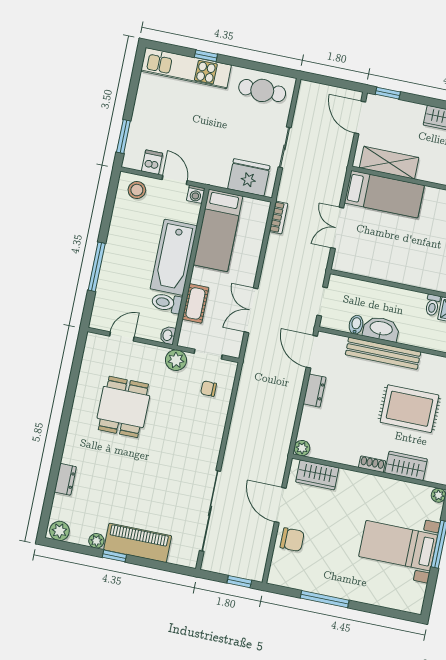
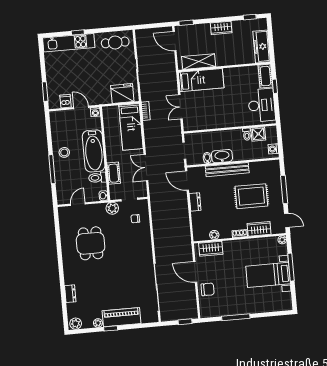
stool: (137, 190) -> (64, 152), moved
bed: (218, 230) -> (131, 127), moved
plant: (302, 448) -> (214, 235), moved

